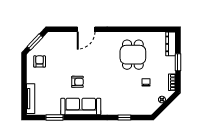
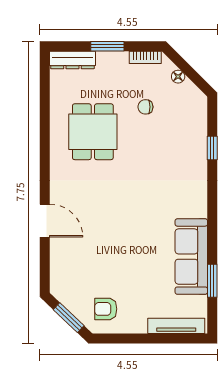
dining table: (133, 55) -> (93, 132), turned 90
armchair: (77, 82) -> (144, 237), removed
sofa: (81, 107) -> (191, 257), moved

